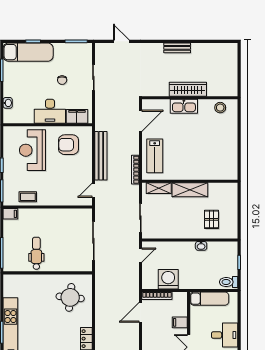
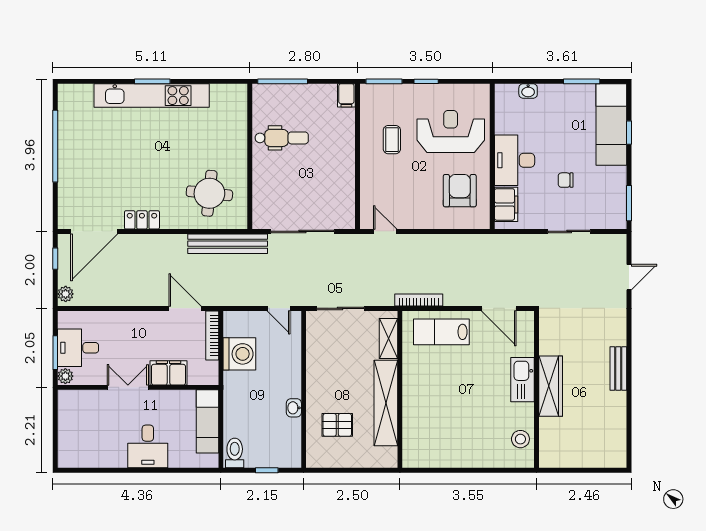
bench: (101, 156) -> (228, 244), moved
shelving: (190, 190) -> (386, 403), width x1.47
coffee table: (28, 197) -> (392, 140), moved
filing cabinet: (180, 322) -> (168, 373), width x2.00

